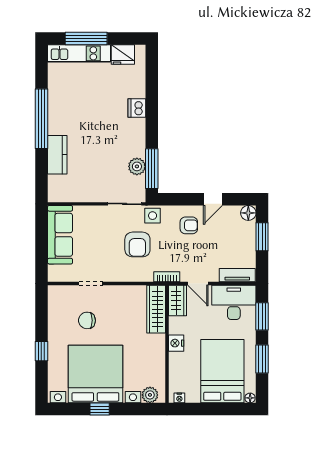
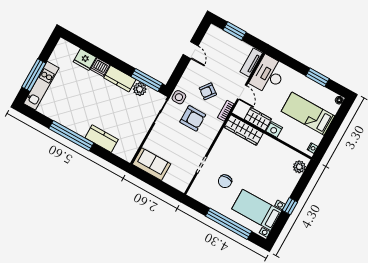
fridge: (123, 54) -> (85, 60), moved, turned 90
kitchen counter: (136, 137) -> (120, 79), added
floor lamp: (248, 213) -> (213, 31), removed
armchair: (189, 225) -> (208, 91), moved, turned -143
sofa: (60, 235) -> (152, 164), width x0.73
door: (198, 284) -> (242, 92), hinge flipped
wardrobe: (178, 300) -> (258, 119), moved
window: (262, 316) -> (289, 61), removed
window: (41, 351) -> (229, 224), width x3.17
bed: (222, 371) -> (308, 114), width x0.67
bed with nightstands: (95, 374) -> (257, 210), width x0.54

